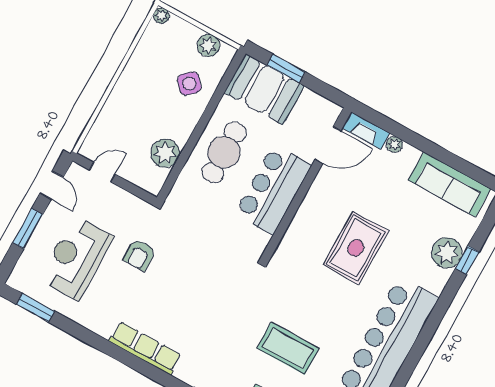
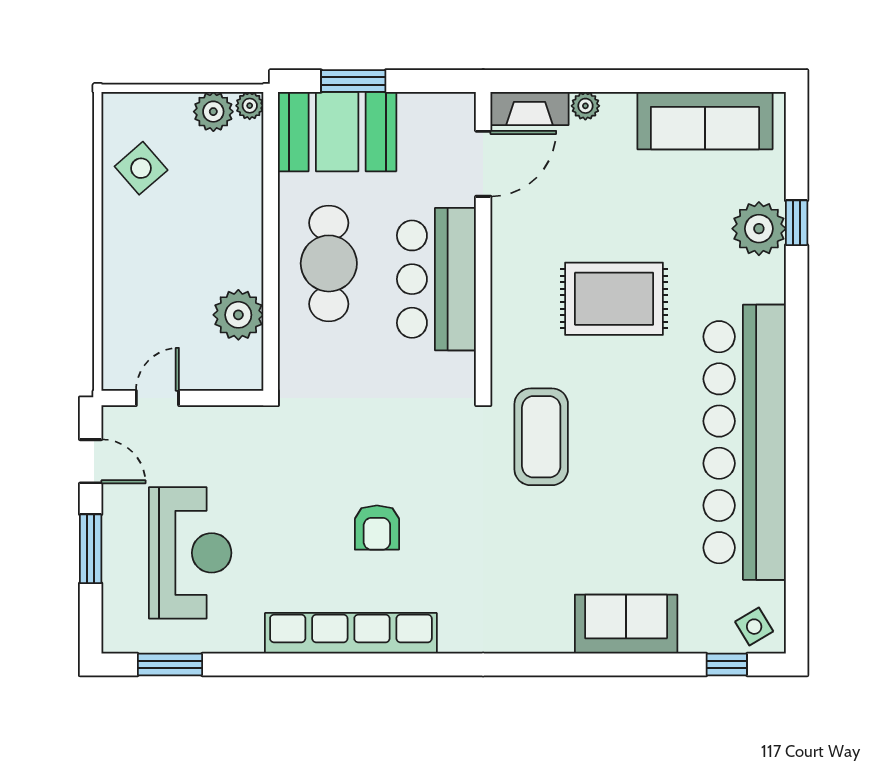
plant: (161, 16) -> (250, 106), moved
side table: (189, 84) -> (141, 168), moved
rug: (356, 248) -> (614, 299), turned 90
armchair: (140, 255) -> (377, 528), moved
reception desk: (76, 258) -> (190, 553), turned 180
row of seats: (145, 348) -> (351, 633), width x1.36
coffee table: (288, 348) -> (541, 437), moved, turned 90

